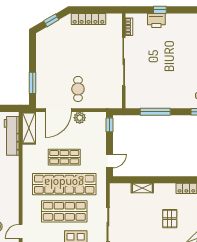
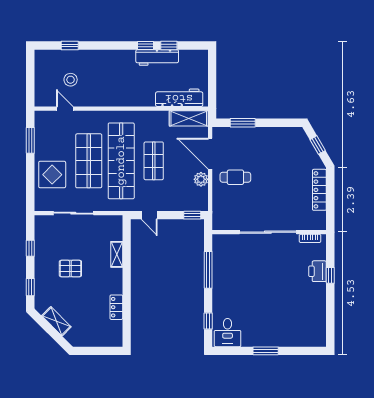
pallet: (170, 219) -> (70, 269), moved

